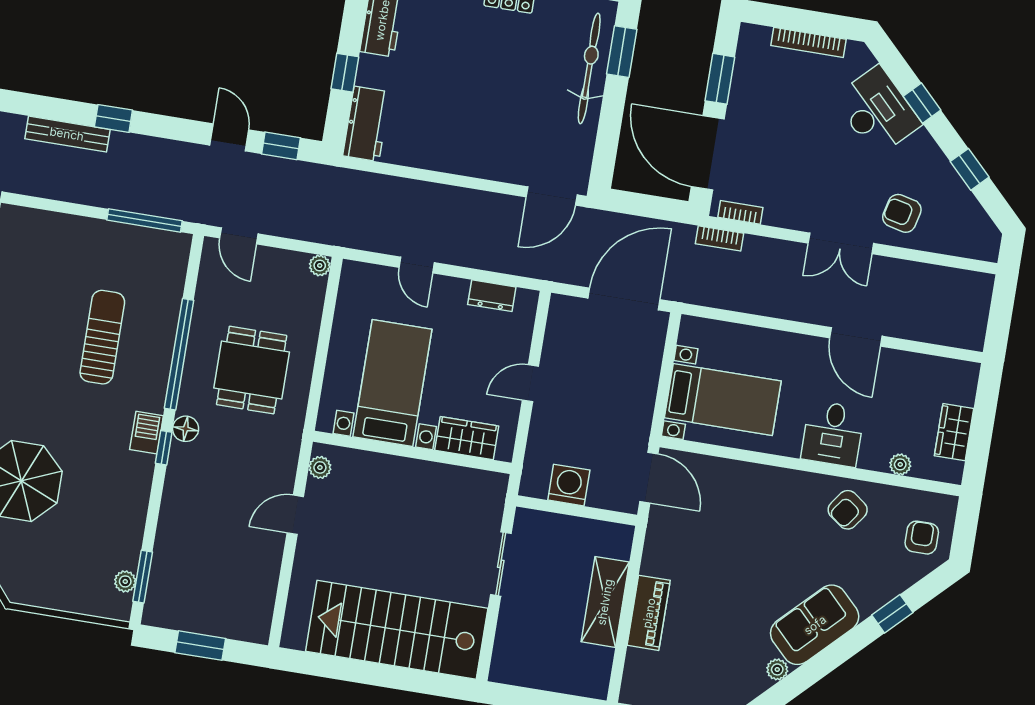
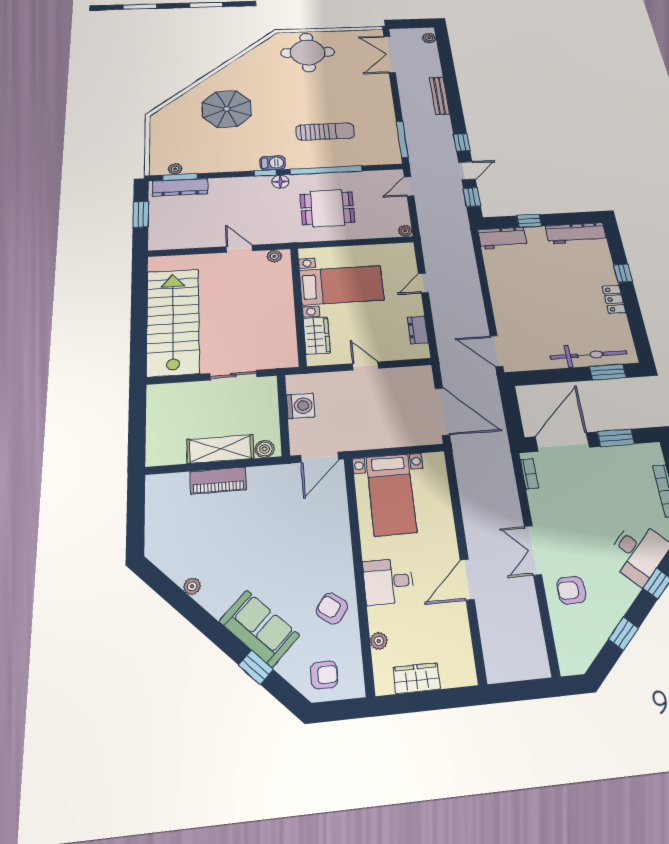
window: (113, 118) -> (462, 142), moved
armchair: (902, 213) -> (571, 590), turned -103
bookcase: (719, 238) -> (506, 464), removed
boiler: (619, 545) -> (265, 449), added
dresser: (163, 580) -> (180, 187), added
sofa: (815, 625) -> (259, 628), moved

